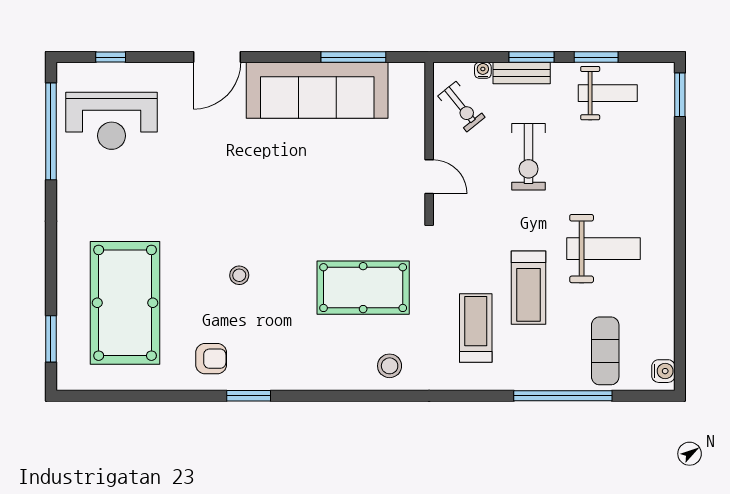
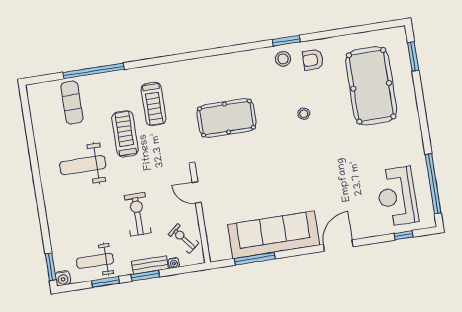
reception desk: (112, 121) -> (397, 196), turned -90
stool: (390, 366) -> (283, 59), moved
water cooler: (663, 371) -> (63, 278), moved, turned -90

